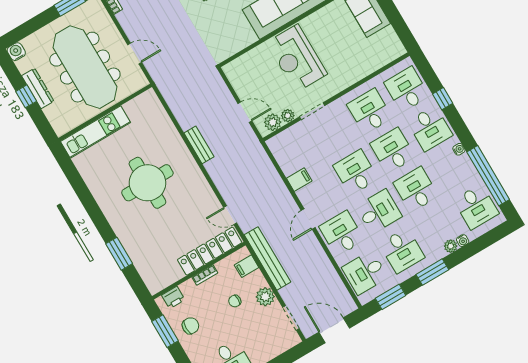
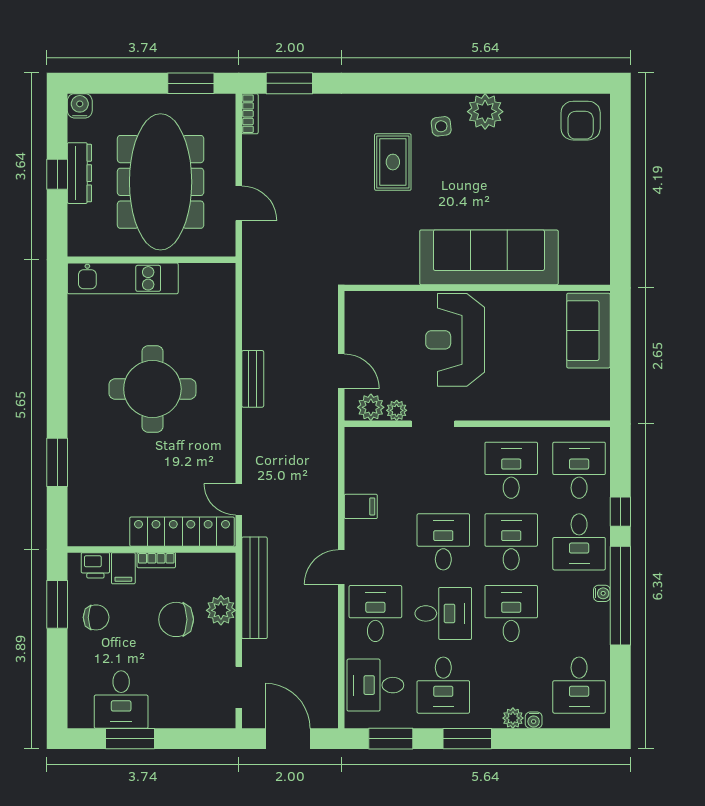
window: (488, 176) -> (620, 596), moved
filing cabinet: (247, 266) -> (123, 568), moved, turned -90
plant: (265, 297) -> (221, 610), moved
chair: (235, 301) -> (176, 619), width x1.87, depth x1.87

